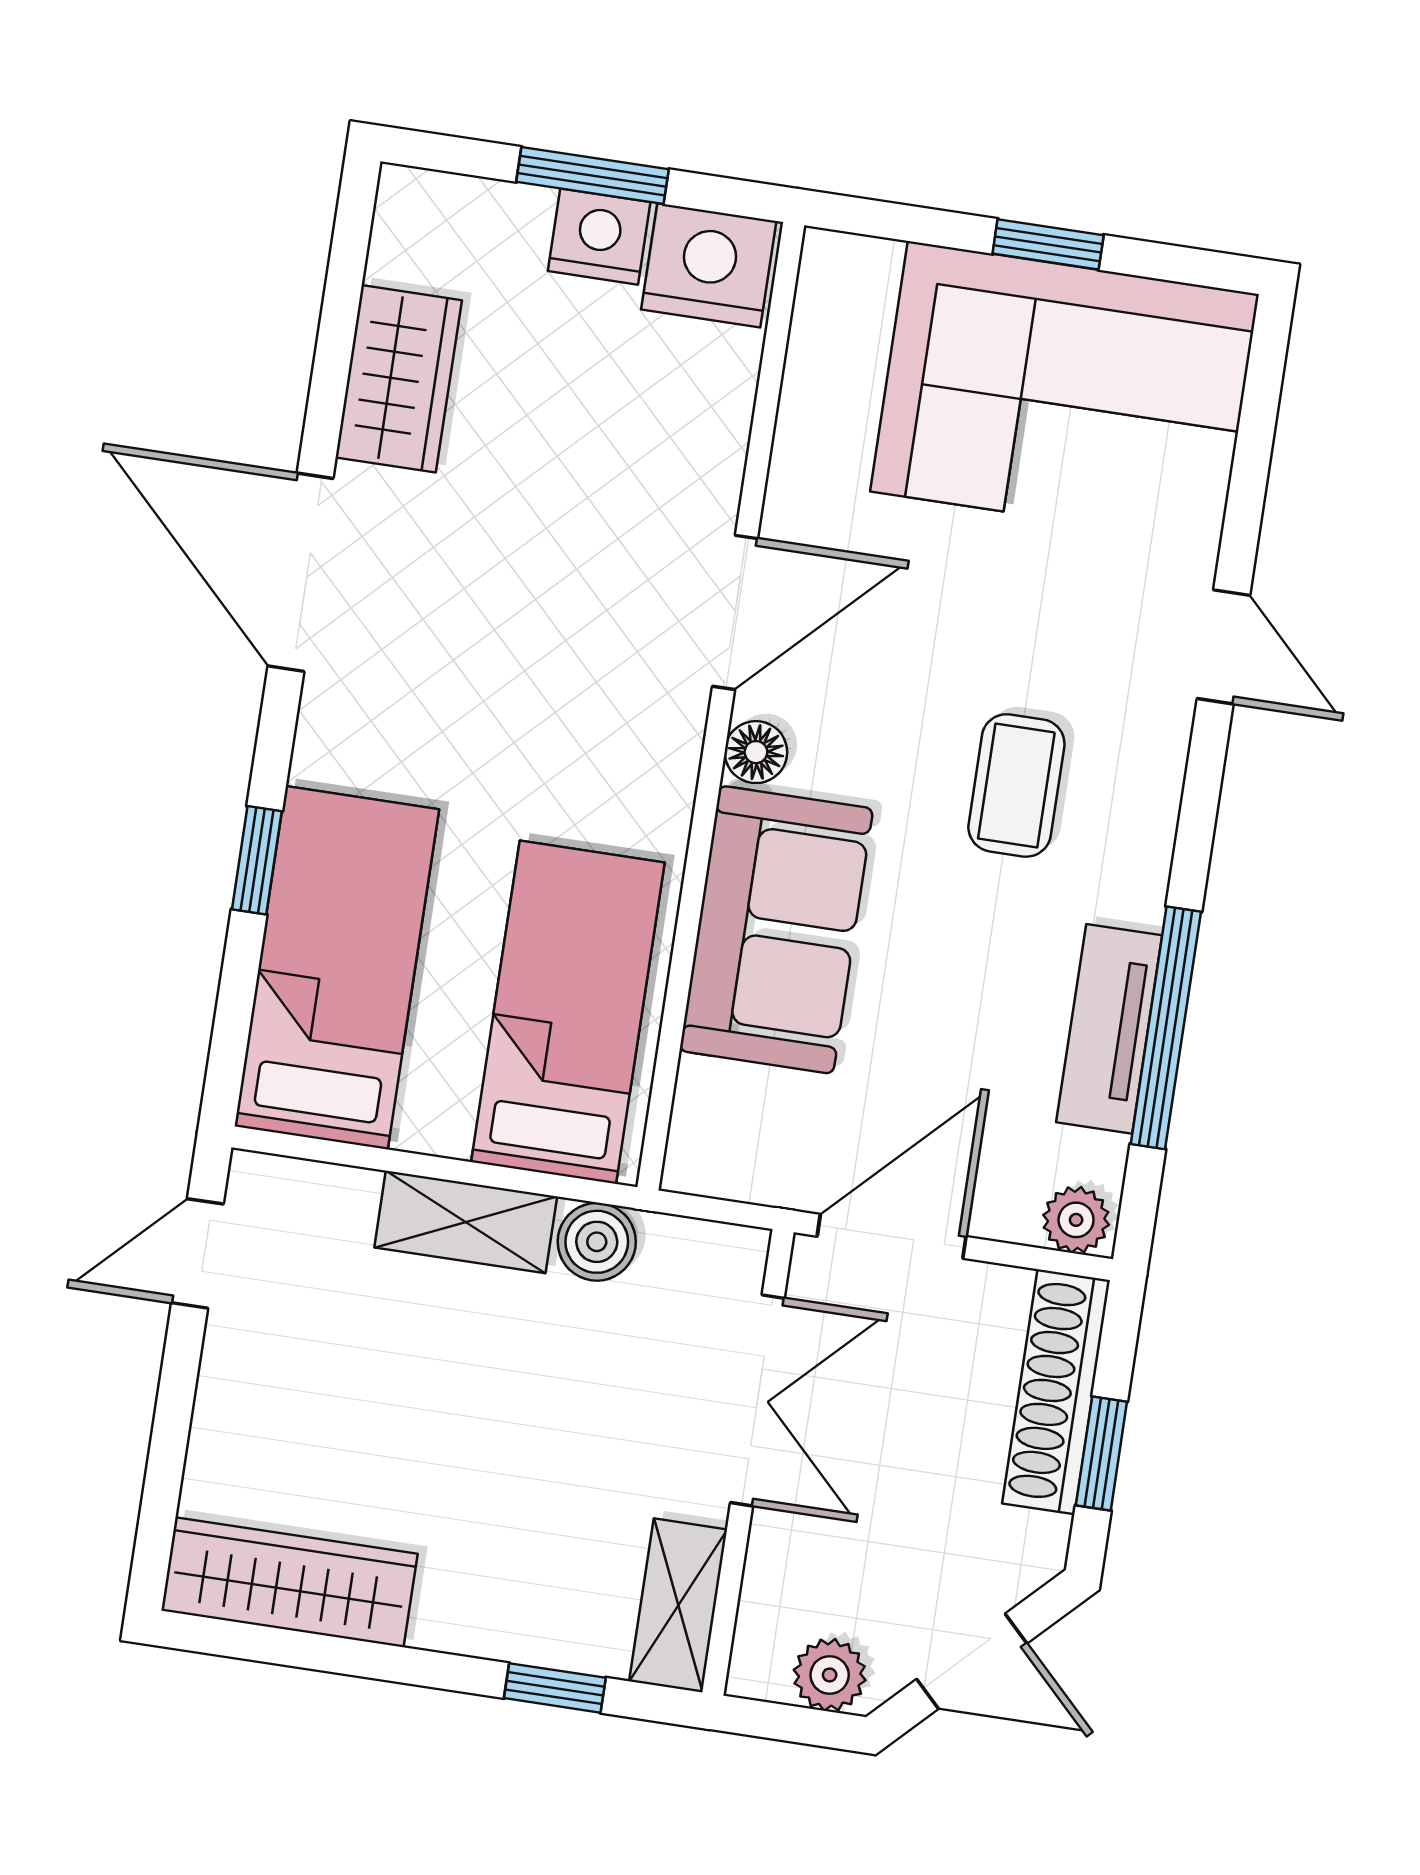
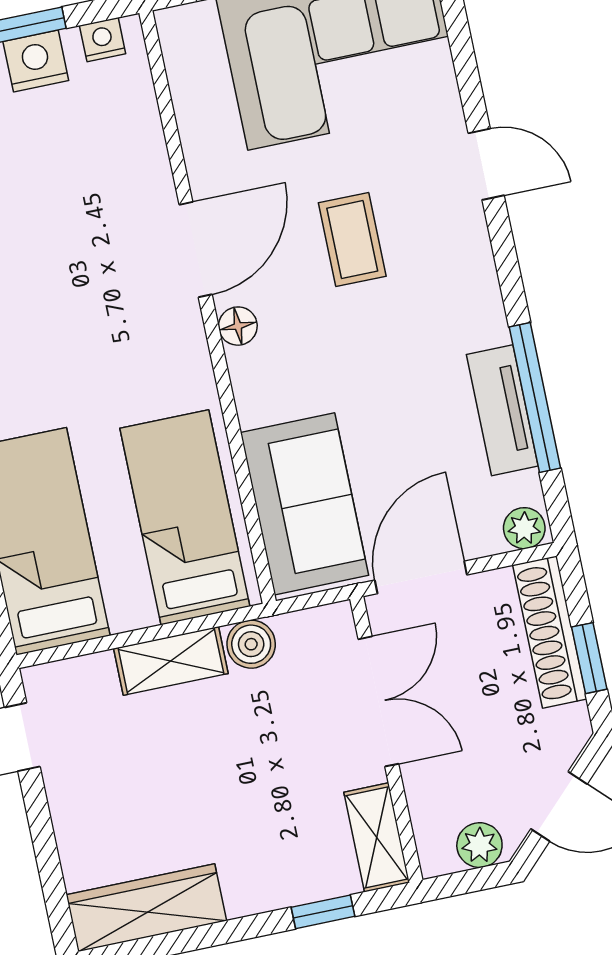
nightstand: (709, 265) -> (103, 40), width x0.53, depth x0.56
coffee table: (1016, 785) -> (352, 240), moved
sofa: (776, 930) -> (304, 504), moved

